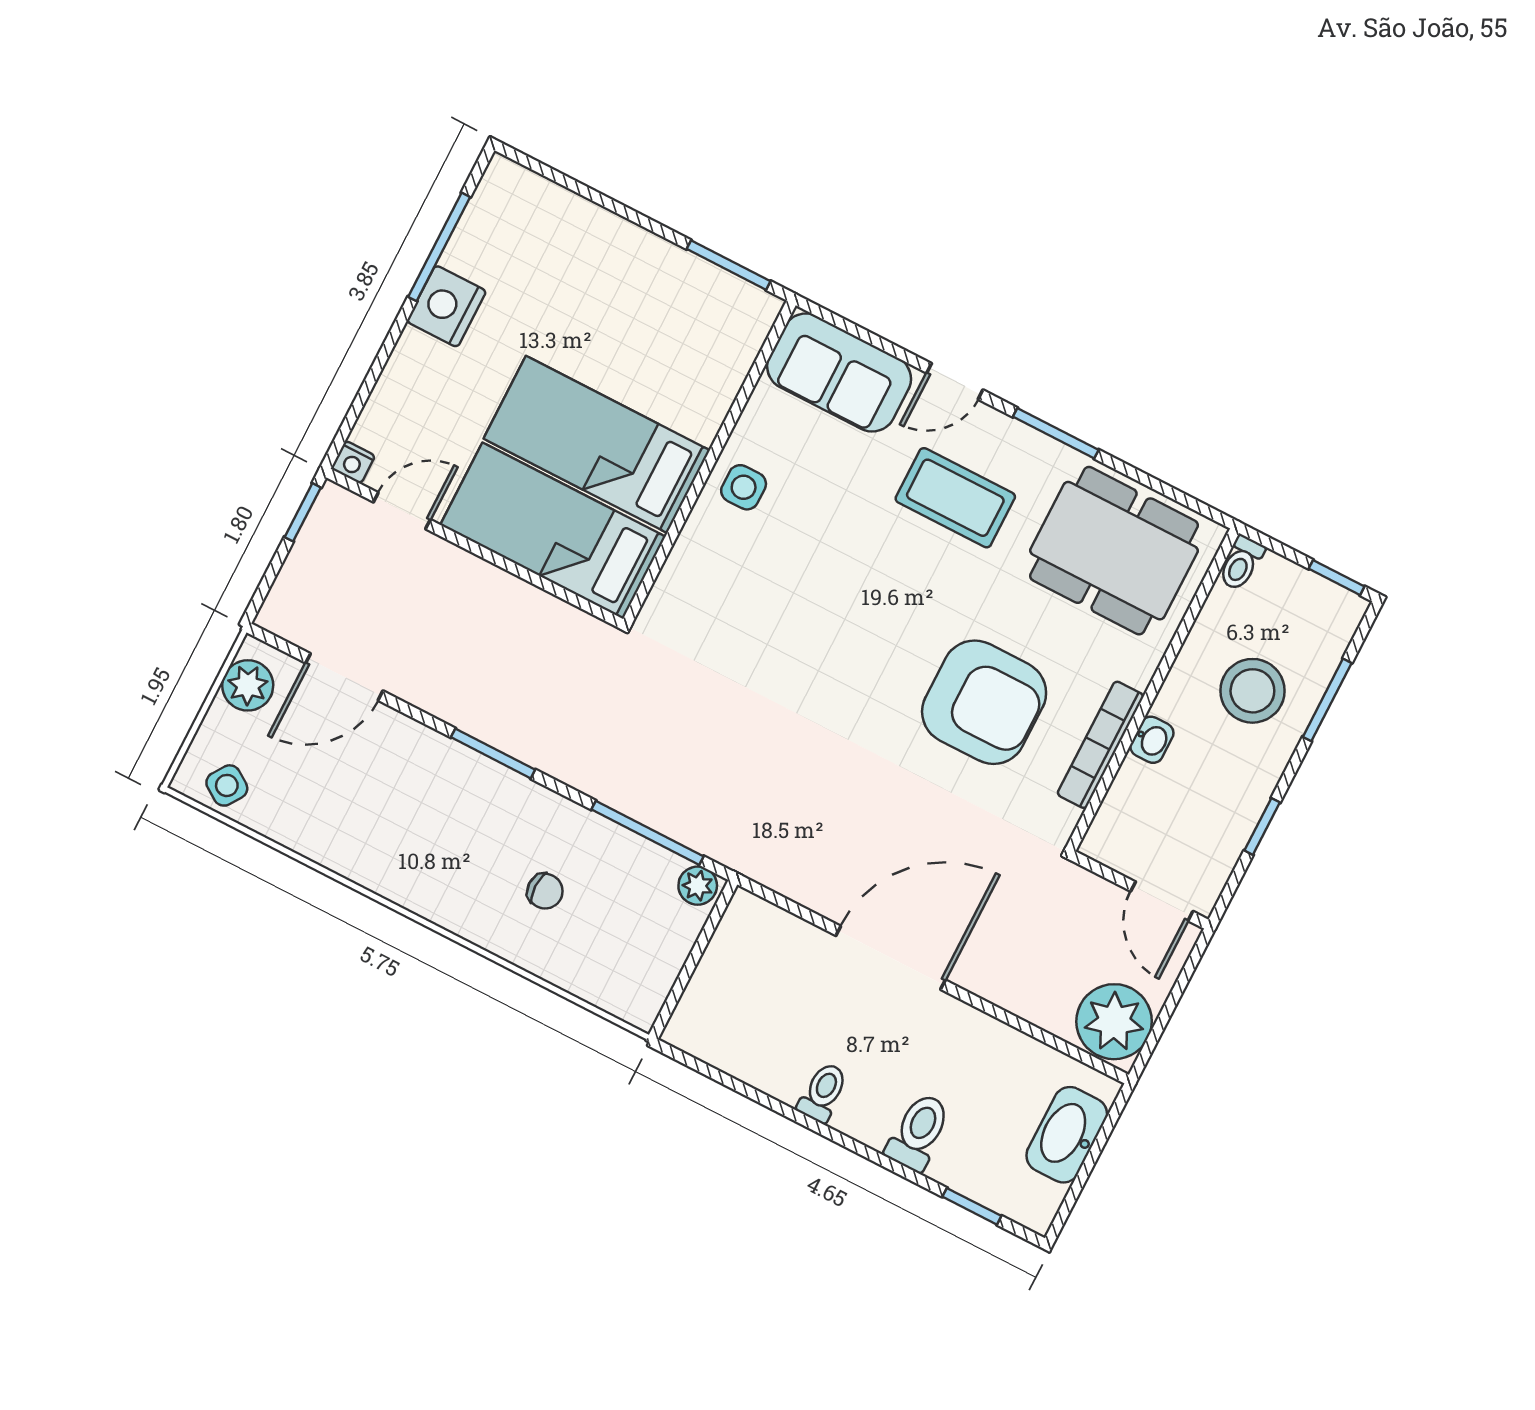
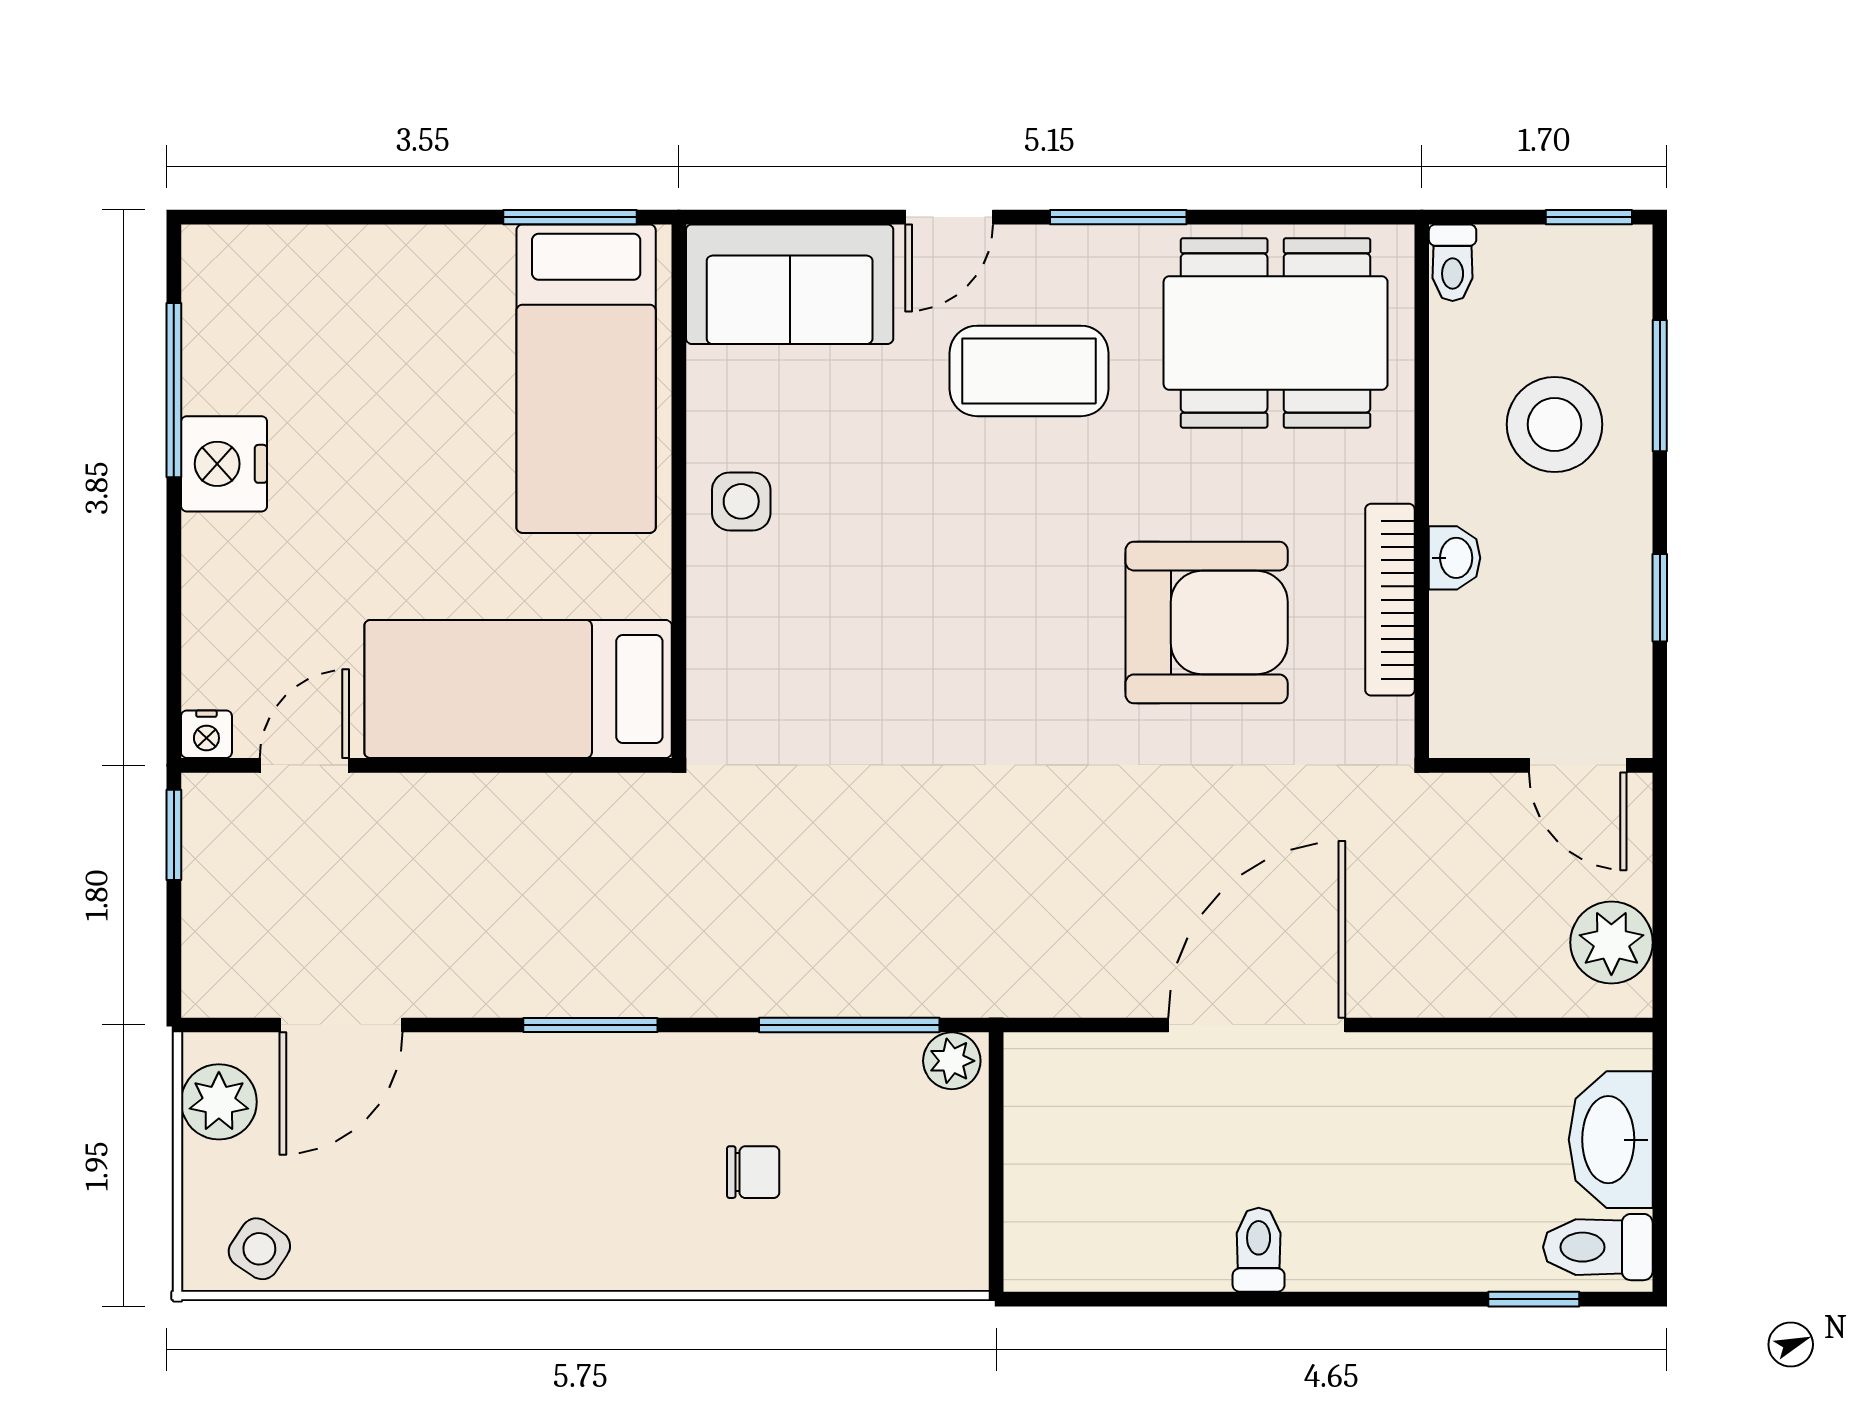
bed: (597, 444) -> (586, 379), moved, turned -90
plant: (1114, 1022) -> (1611, 942), width x0.73, depth x0.73
toilet: (918, 1132) -> (1598, 1247), moved, turned -90

